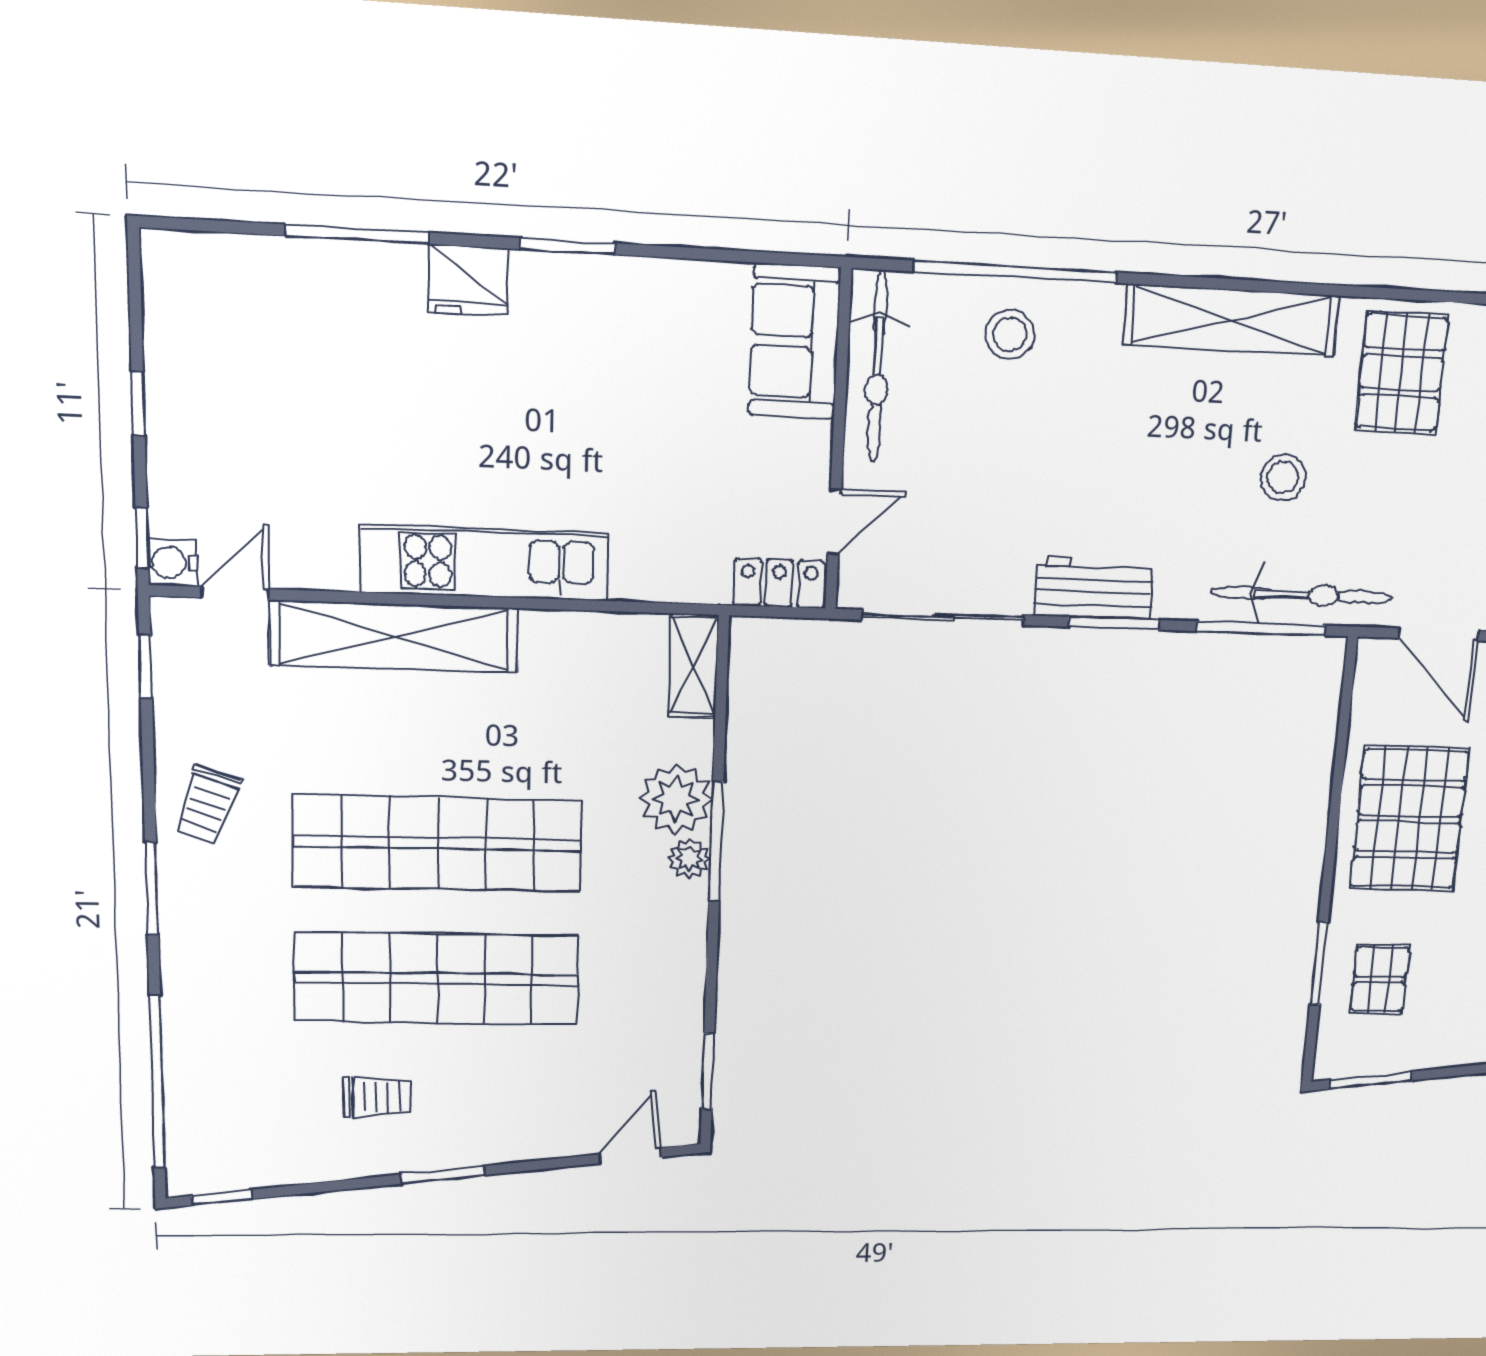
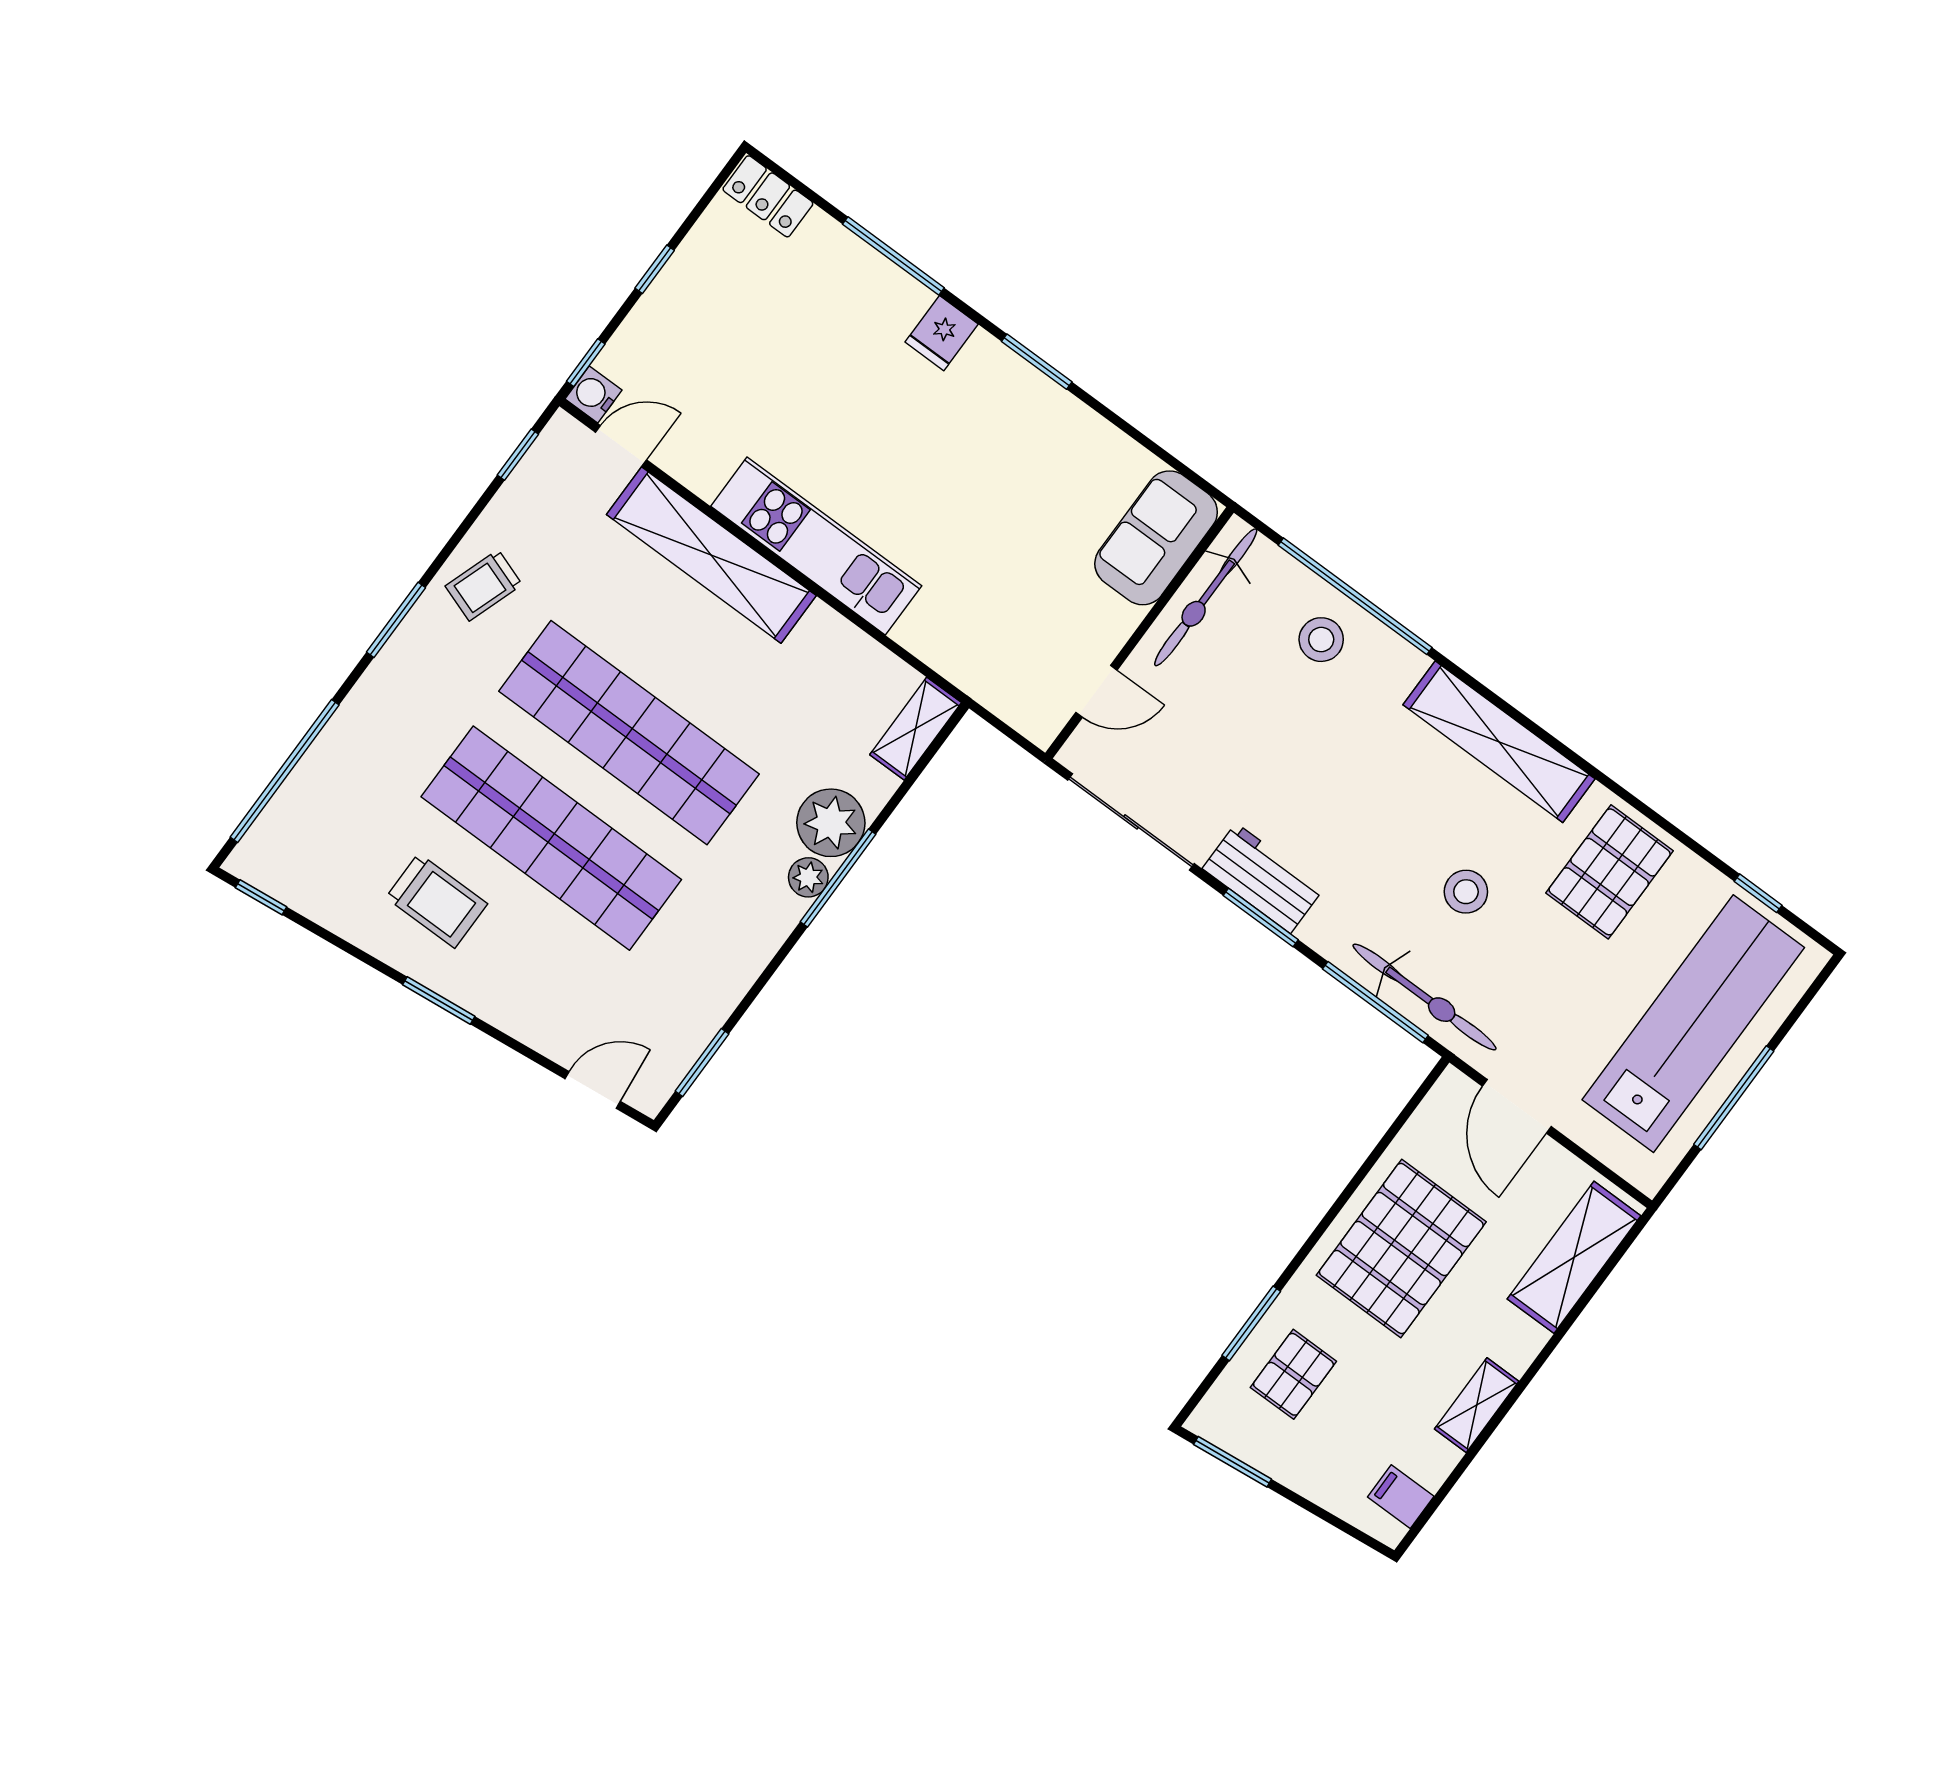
fridge: (469, 280) -> (942, 333), width x0.72
locker: (779, 583) -> (768, 196), moved, turned 180
trolley: (377, 1097) -> (437, 901), width x1.36, depth x1.39

